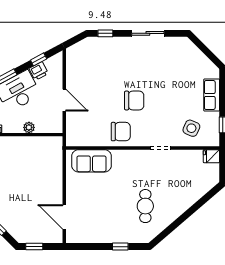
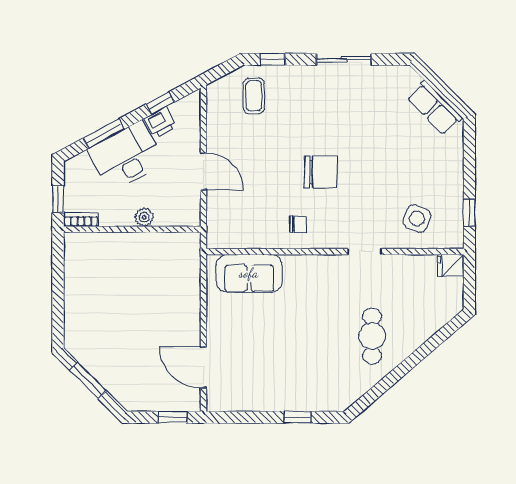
coffee table: (94, 55) -> (254, 96), added
row of seats: (212, 95) -> (434, 108), moved, turned -45
chair: (121, 132) -> (298, 224), width x0.54, depth x0.54
cafe table: (145, 206) -> (372, 336), moved
window: (34, 247) -> (173, 417), moved

